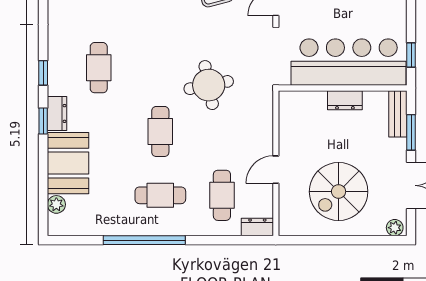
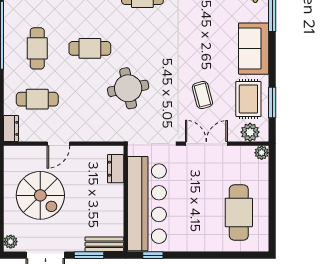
dresser: (345, 100) -> (116, 169), moved
door: (276, 170) -> (58, 144), swing flipped
spiral stairs: (339, 192) -> (40, 195), turned 180

